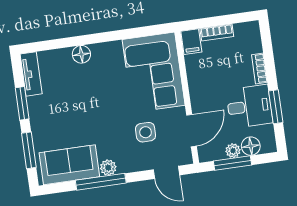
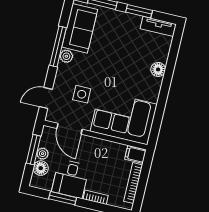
bookcase: (217, 32) -> (133, 183), width x1.56

